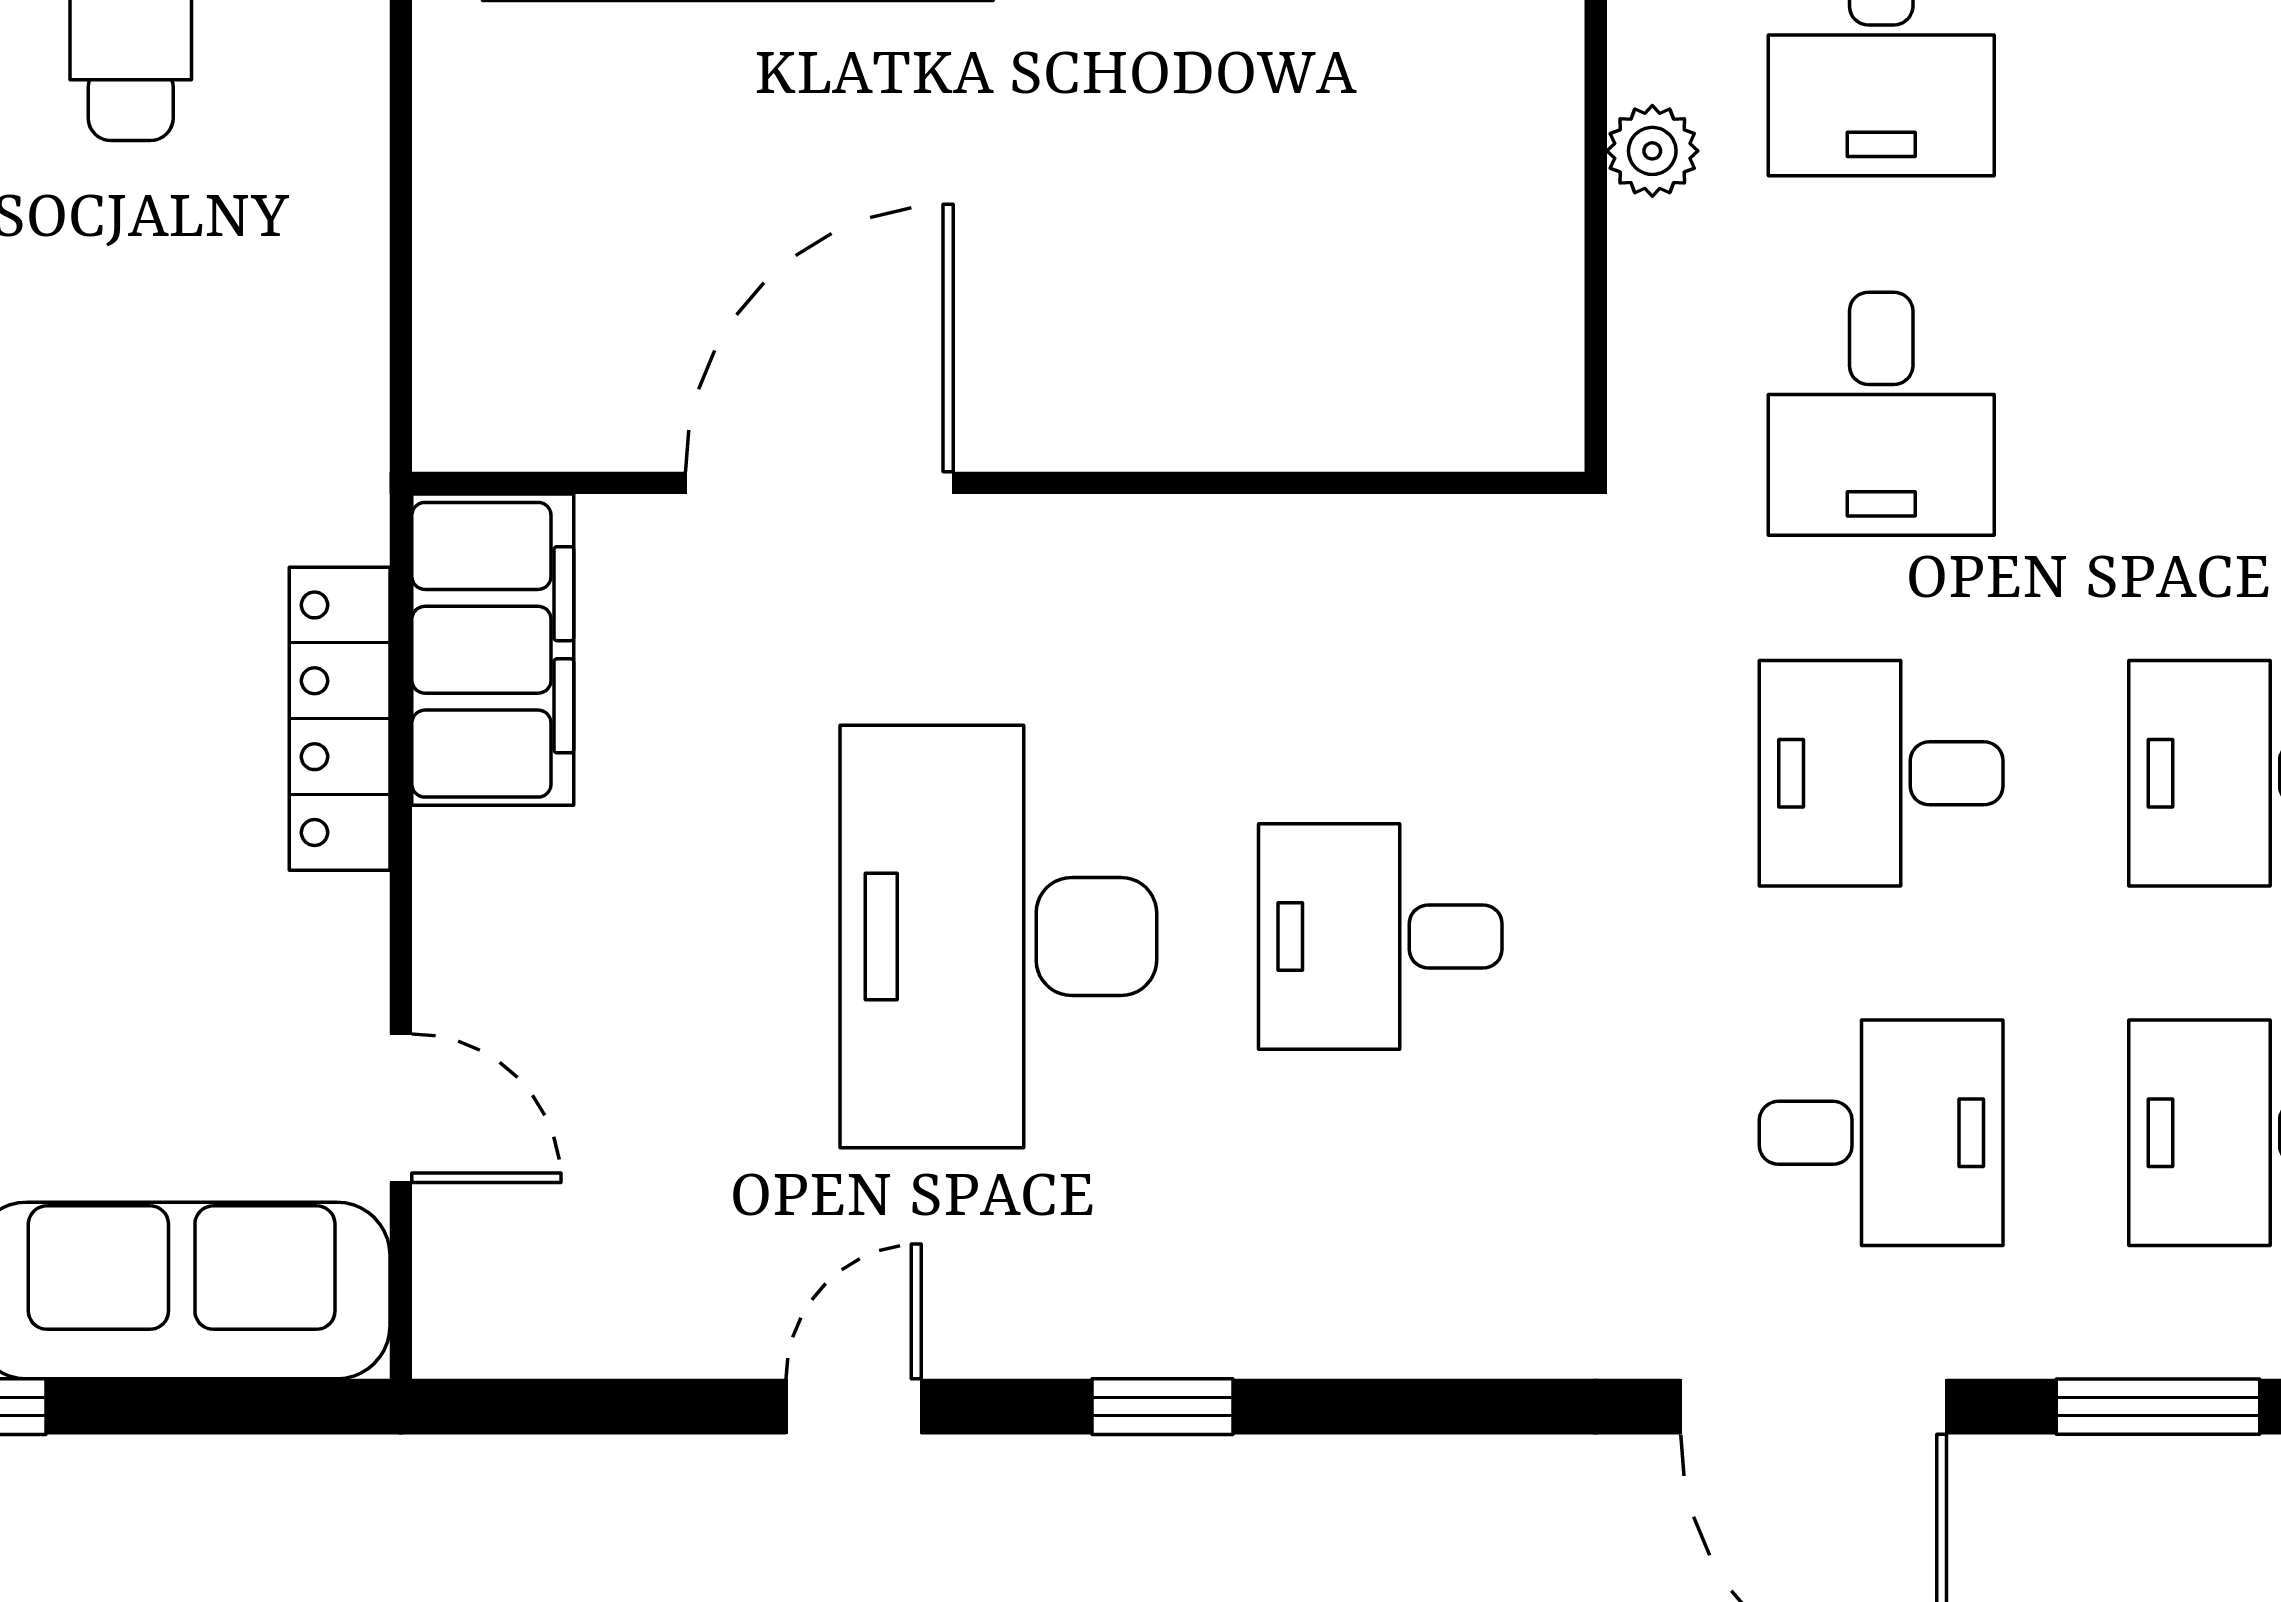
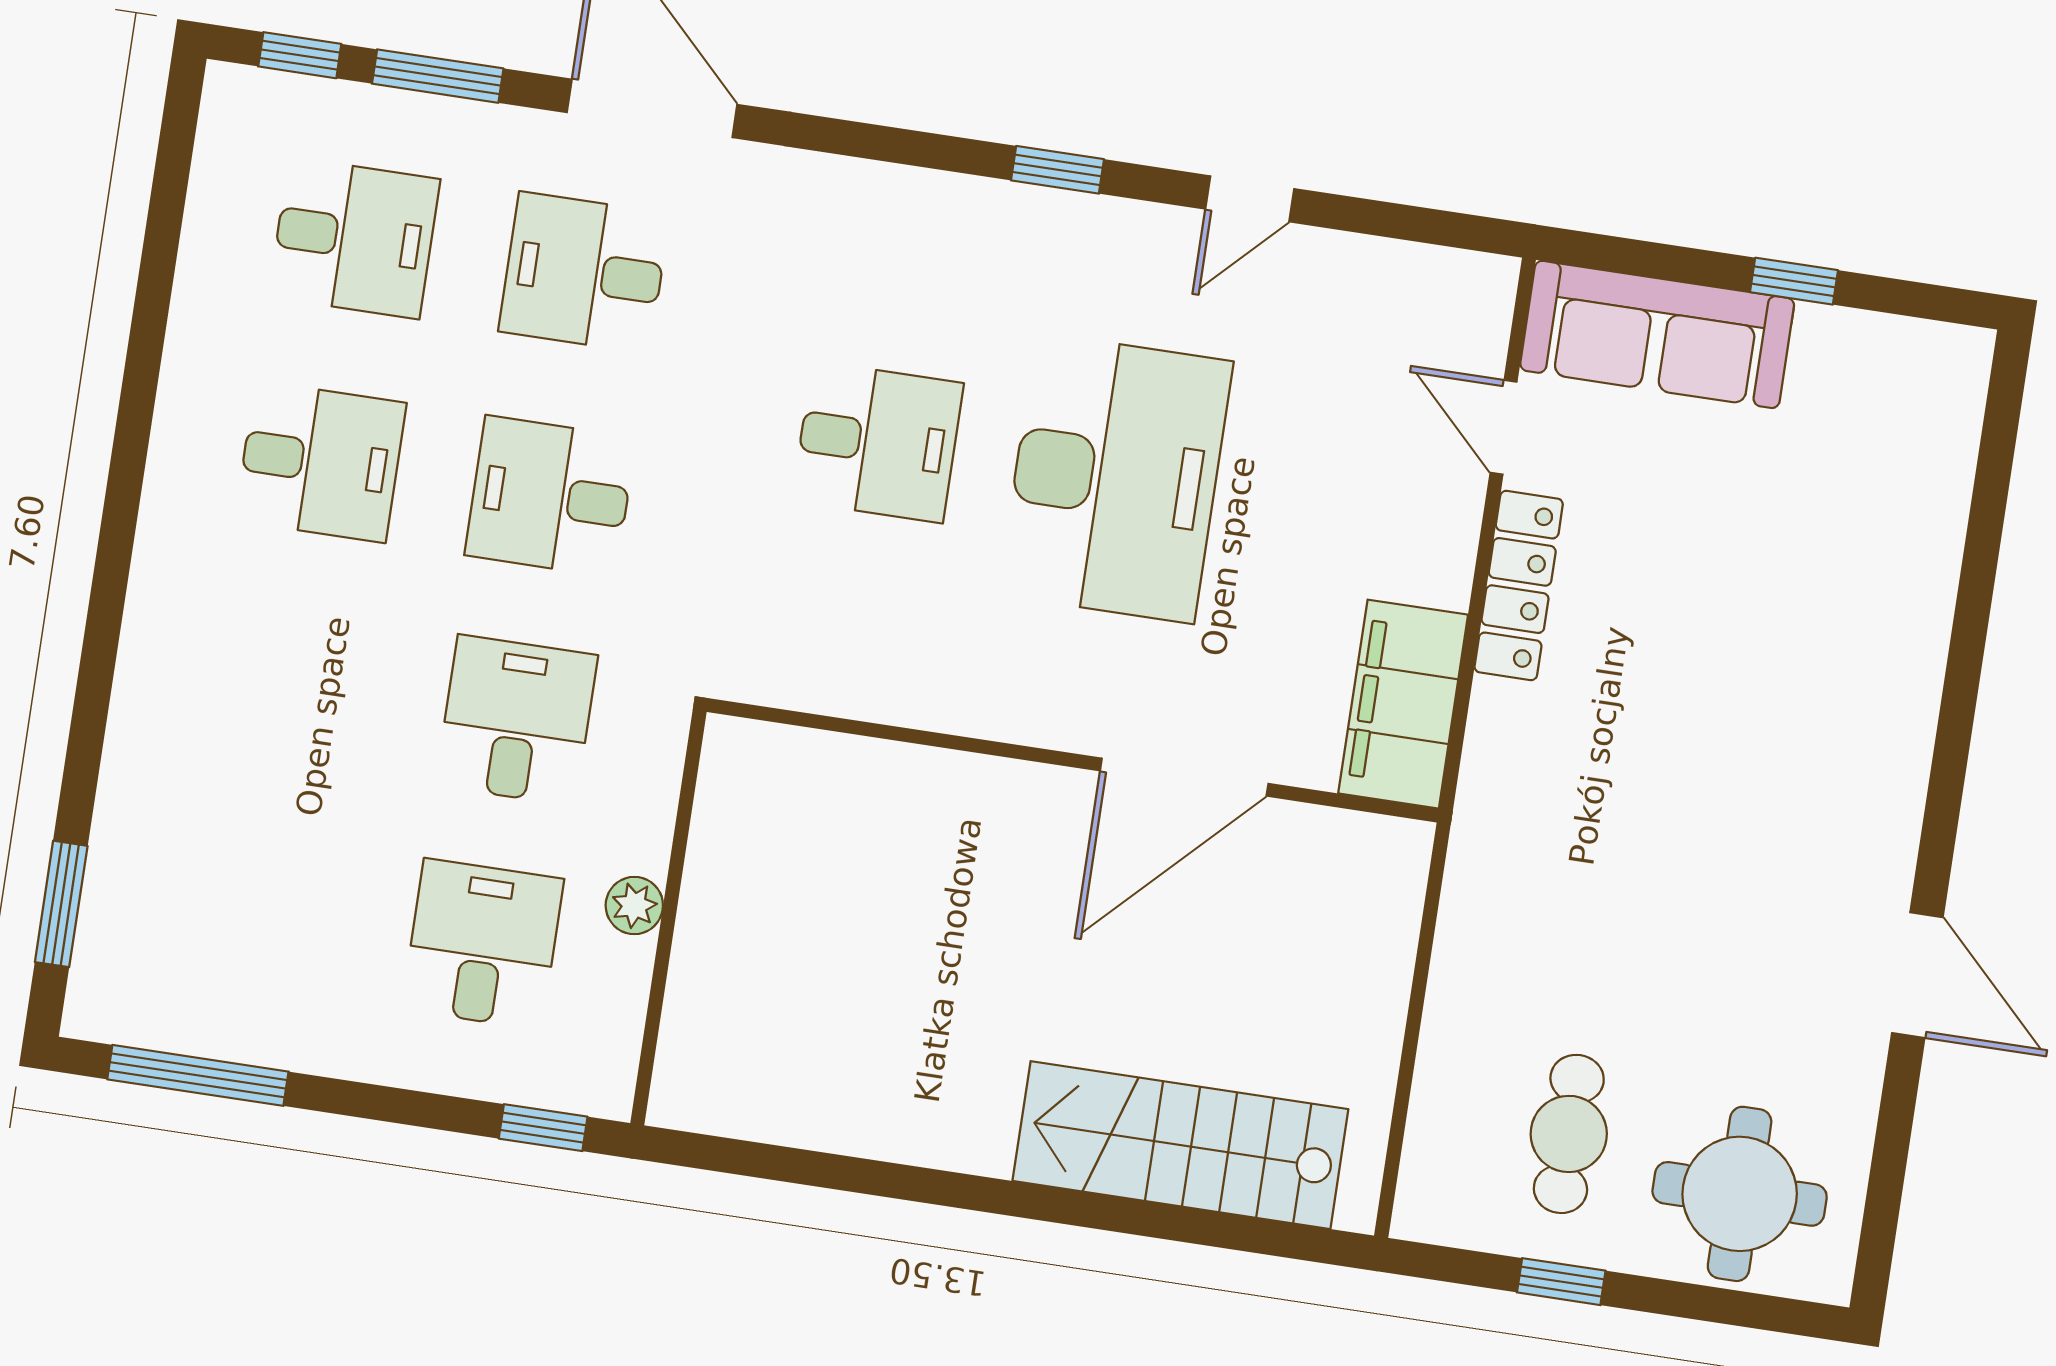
locker: (340, 719) -> (1519, 586), moved
desk: (1881, 773) -> (550, 496), turned 180

